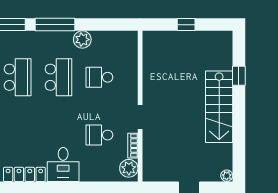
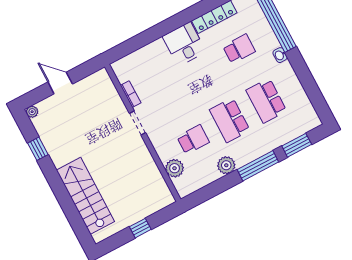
window: (239, 76) -> (38, 149), moved
stairs: (219, 107) -> (85, 196), moved
school desk: (99, 135) -> (239, 49), moved
plant: (129, 168) -> (175, 168), moved

